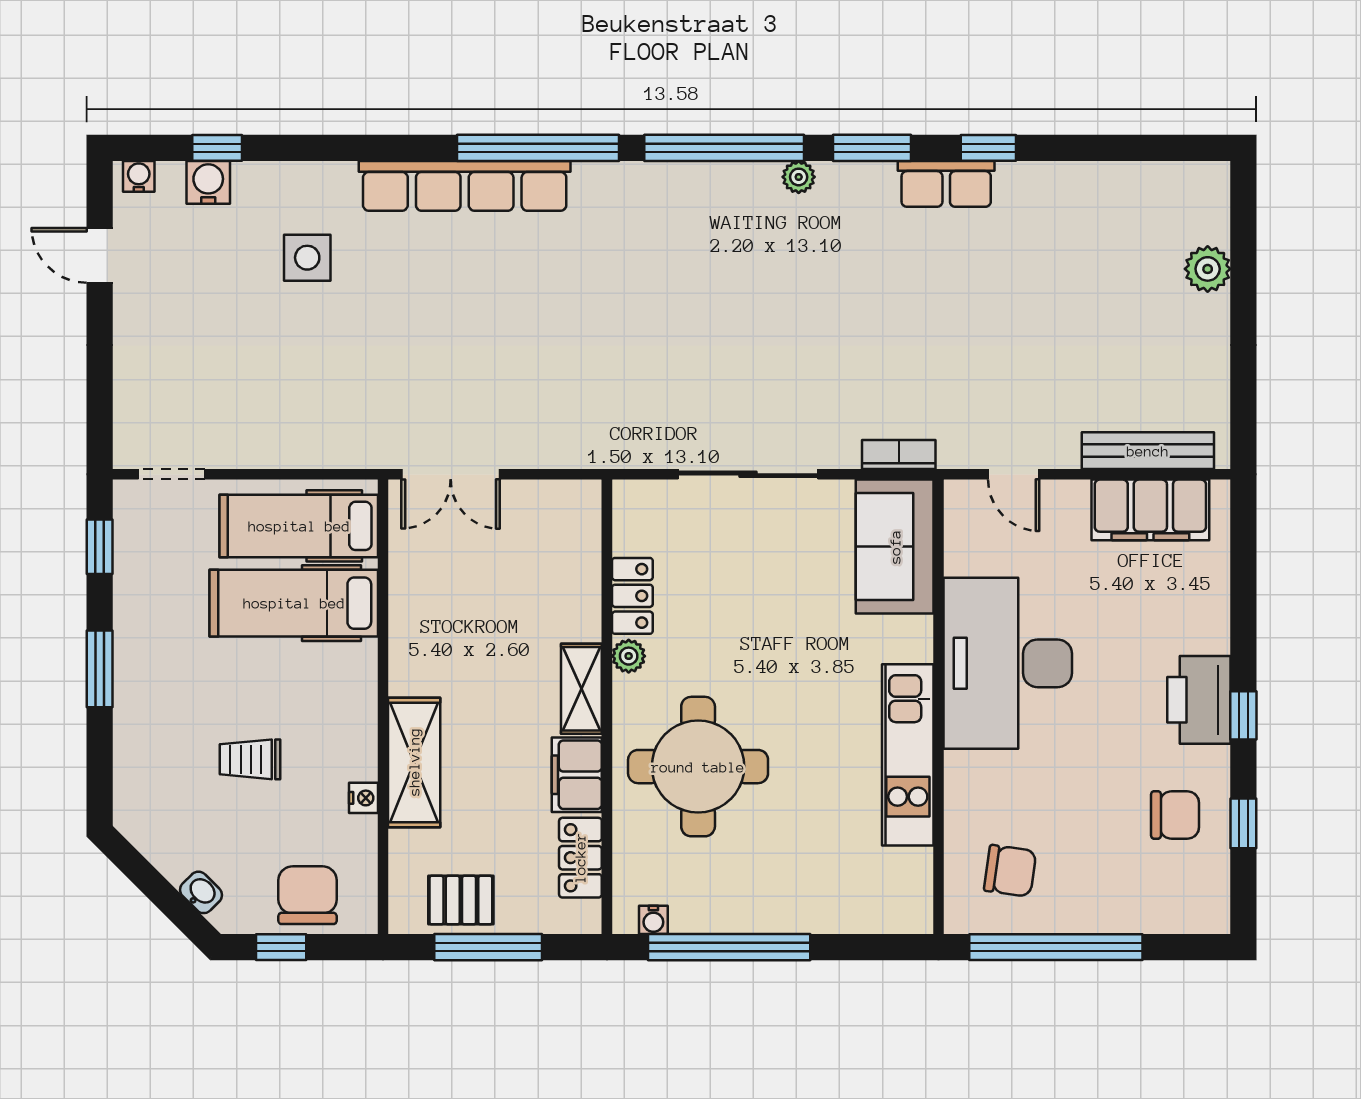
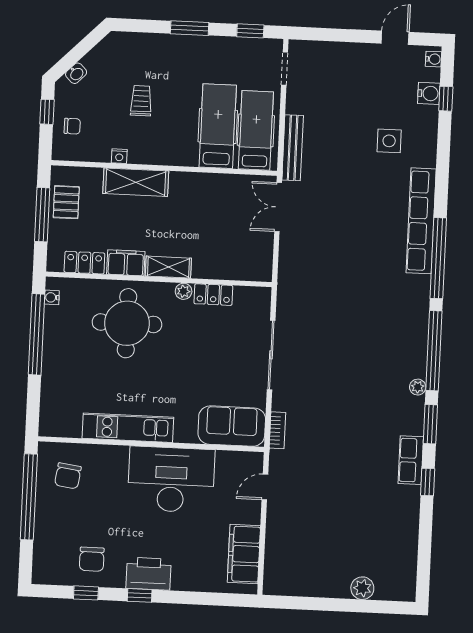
bench: (1148, 451) -> (293, 148), moved
chair: (308, 895) -> (72, 126), width x0.54, depth x0.54

